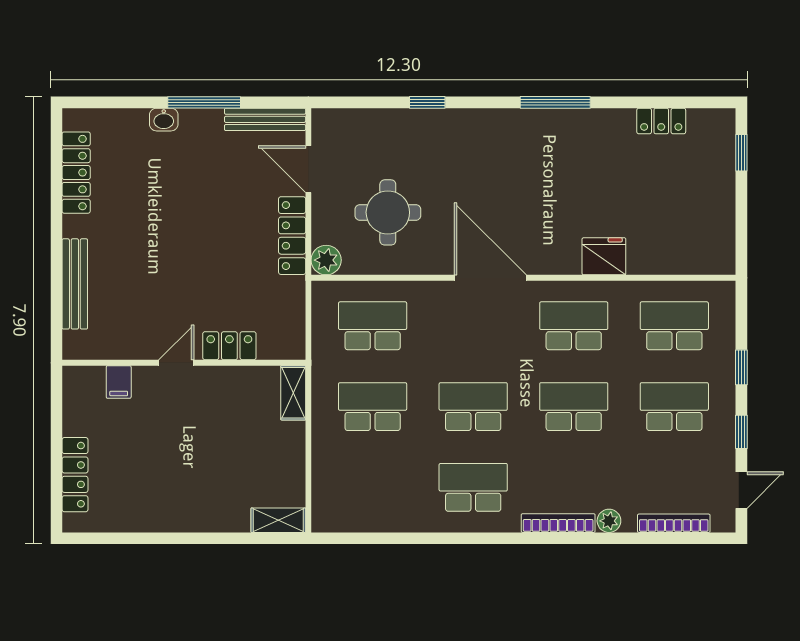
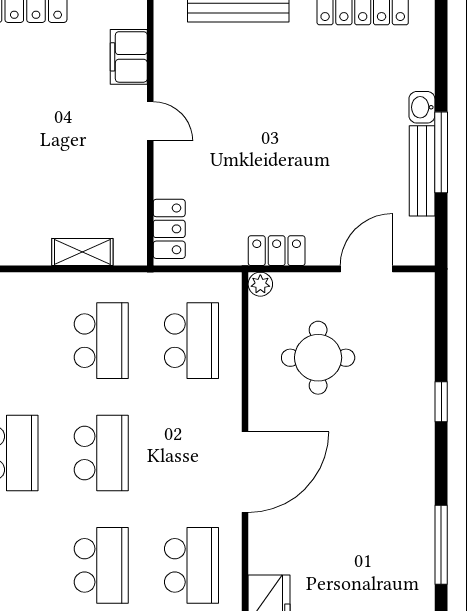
bench: (265, 119) -> (422, 171), moved
locker: (292, 236) -> (277, 251), width x0.66
plant: (326, 260) -> (260, 284), width x0.73, depth x0.73
locker: (229, 346) -> (169, 229), moved
filing cabinet: (119, 382) -> (129, 57), width x2.00
shelving: (293, 393) -> (82, 252), moved

